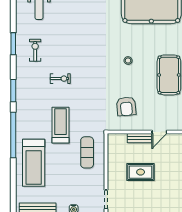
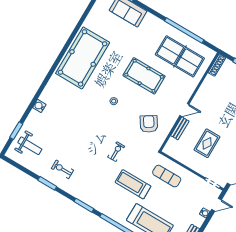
exercise bike: (60, 79) -> (116, 152), moved
armchair: (126, 106) -> (149, 124), turned -118
door: (159, 132) -> (184, 110), hinge flipped

